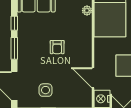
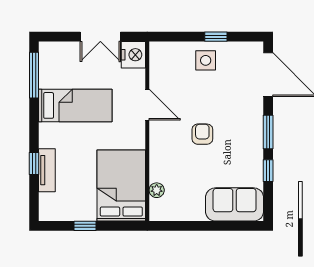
door: (93, 78) -> (147, 105), moved
side table: (46, 90) -> (206, 60), moved

